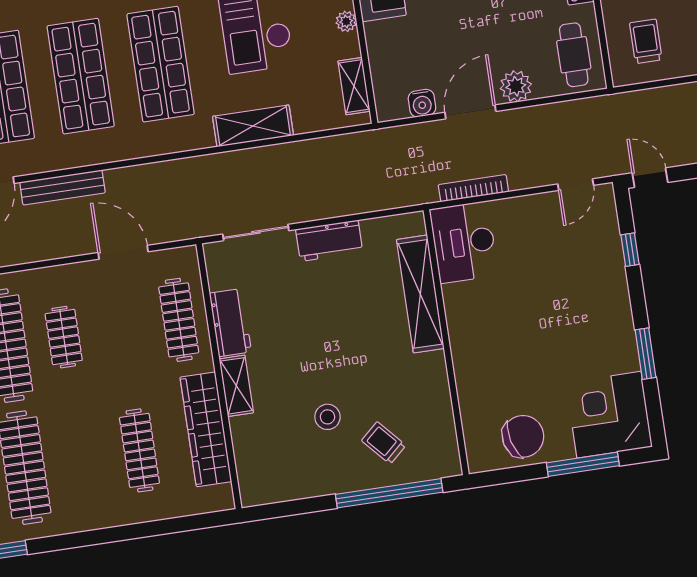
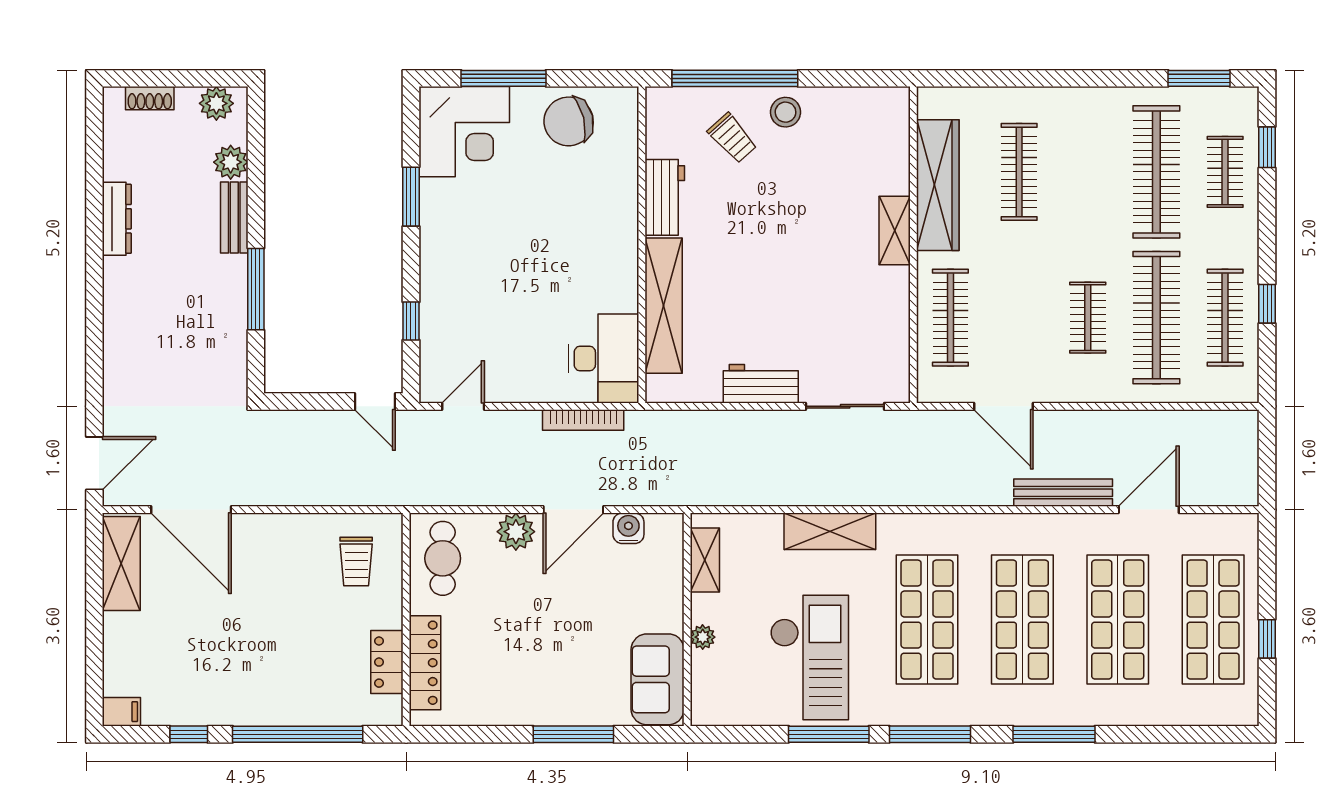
workbench: (230, 323) -> (665, 197), moved, turned 180
stool: (327, 417) -> (786, 112), moved

